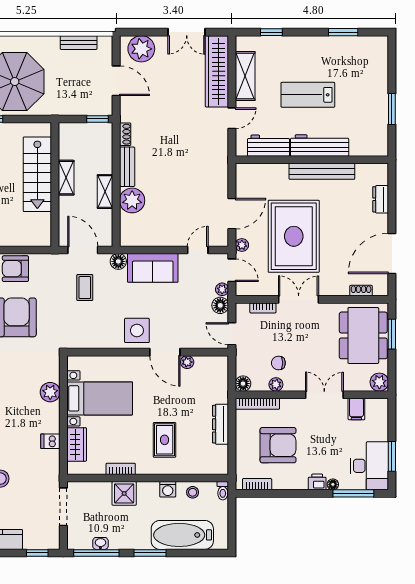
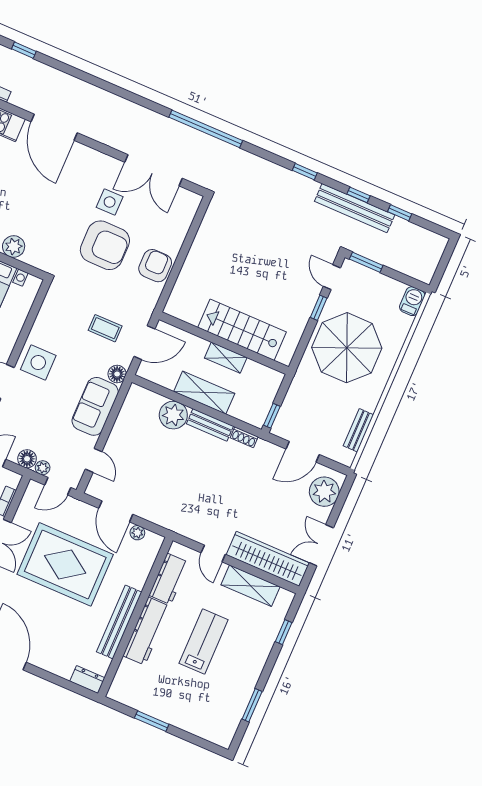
shelving: (105, 192) -> (204, 393), width x1.50, depth x1.33
dresser: (381, 199) -> (87, 680), moved
plant: (242, 245) -> (137, 533), moved

